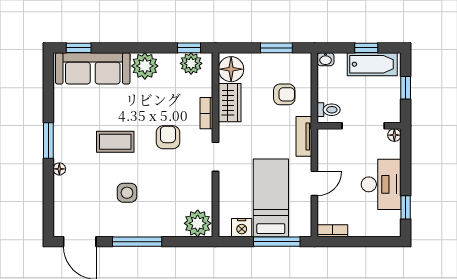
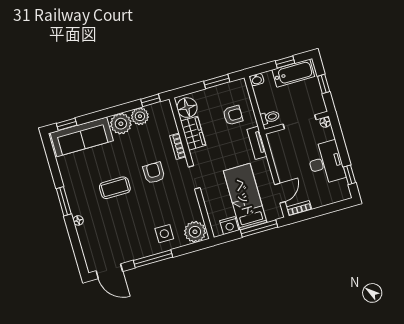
plant: (191, 63) -> (140, 116), moved
door: (314, 183) -> (280, 193), moved
side table: (127, 193) -> (164, 234), moved

